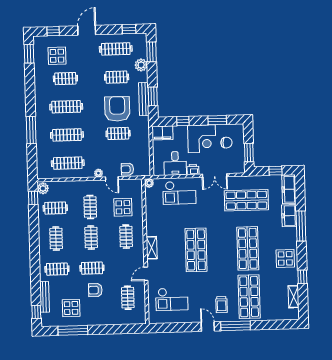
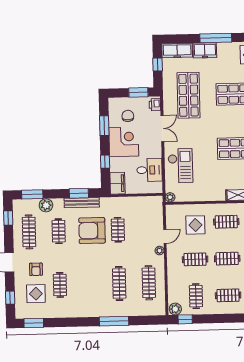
clothes rail: (66, 107) -> (90, 284), removed
armchair: (127, 169) -> (36, 269), moved
printer: (193, 169) -> (155, 105), moved

